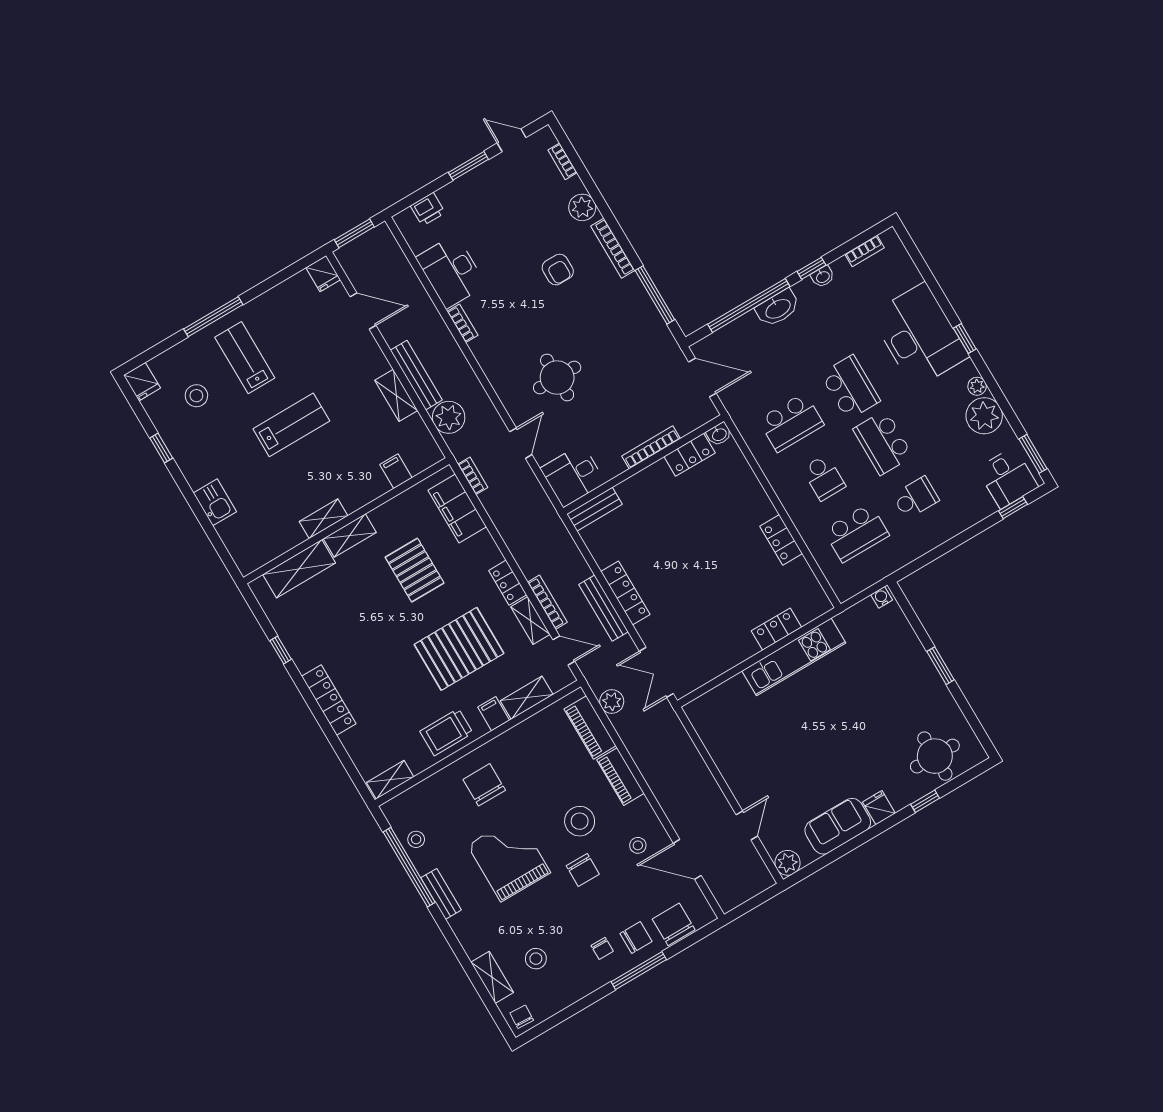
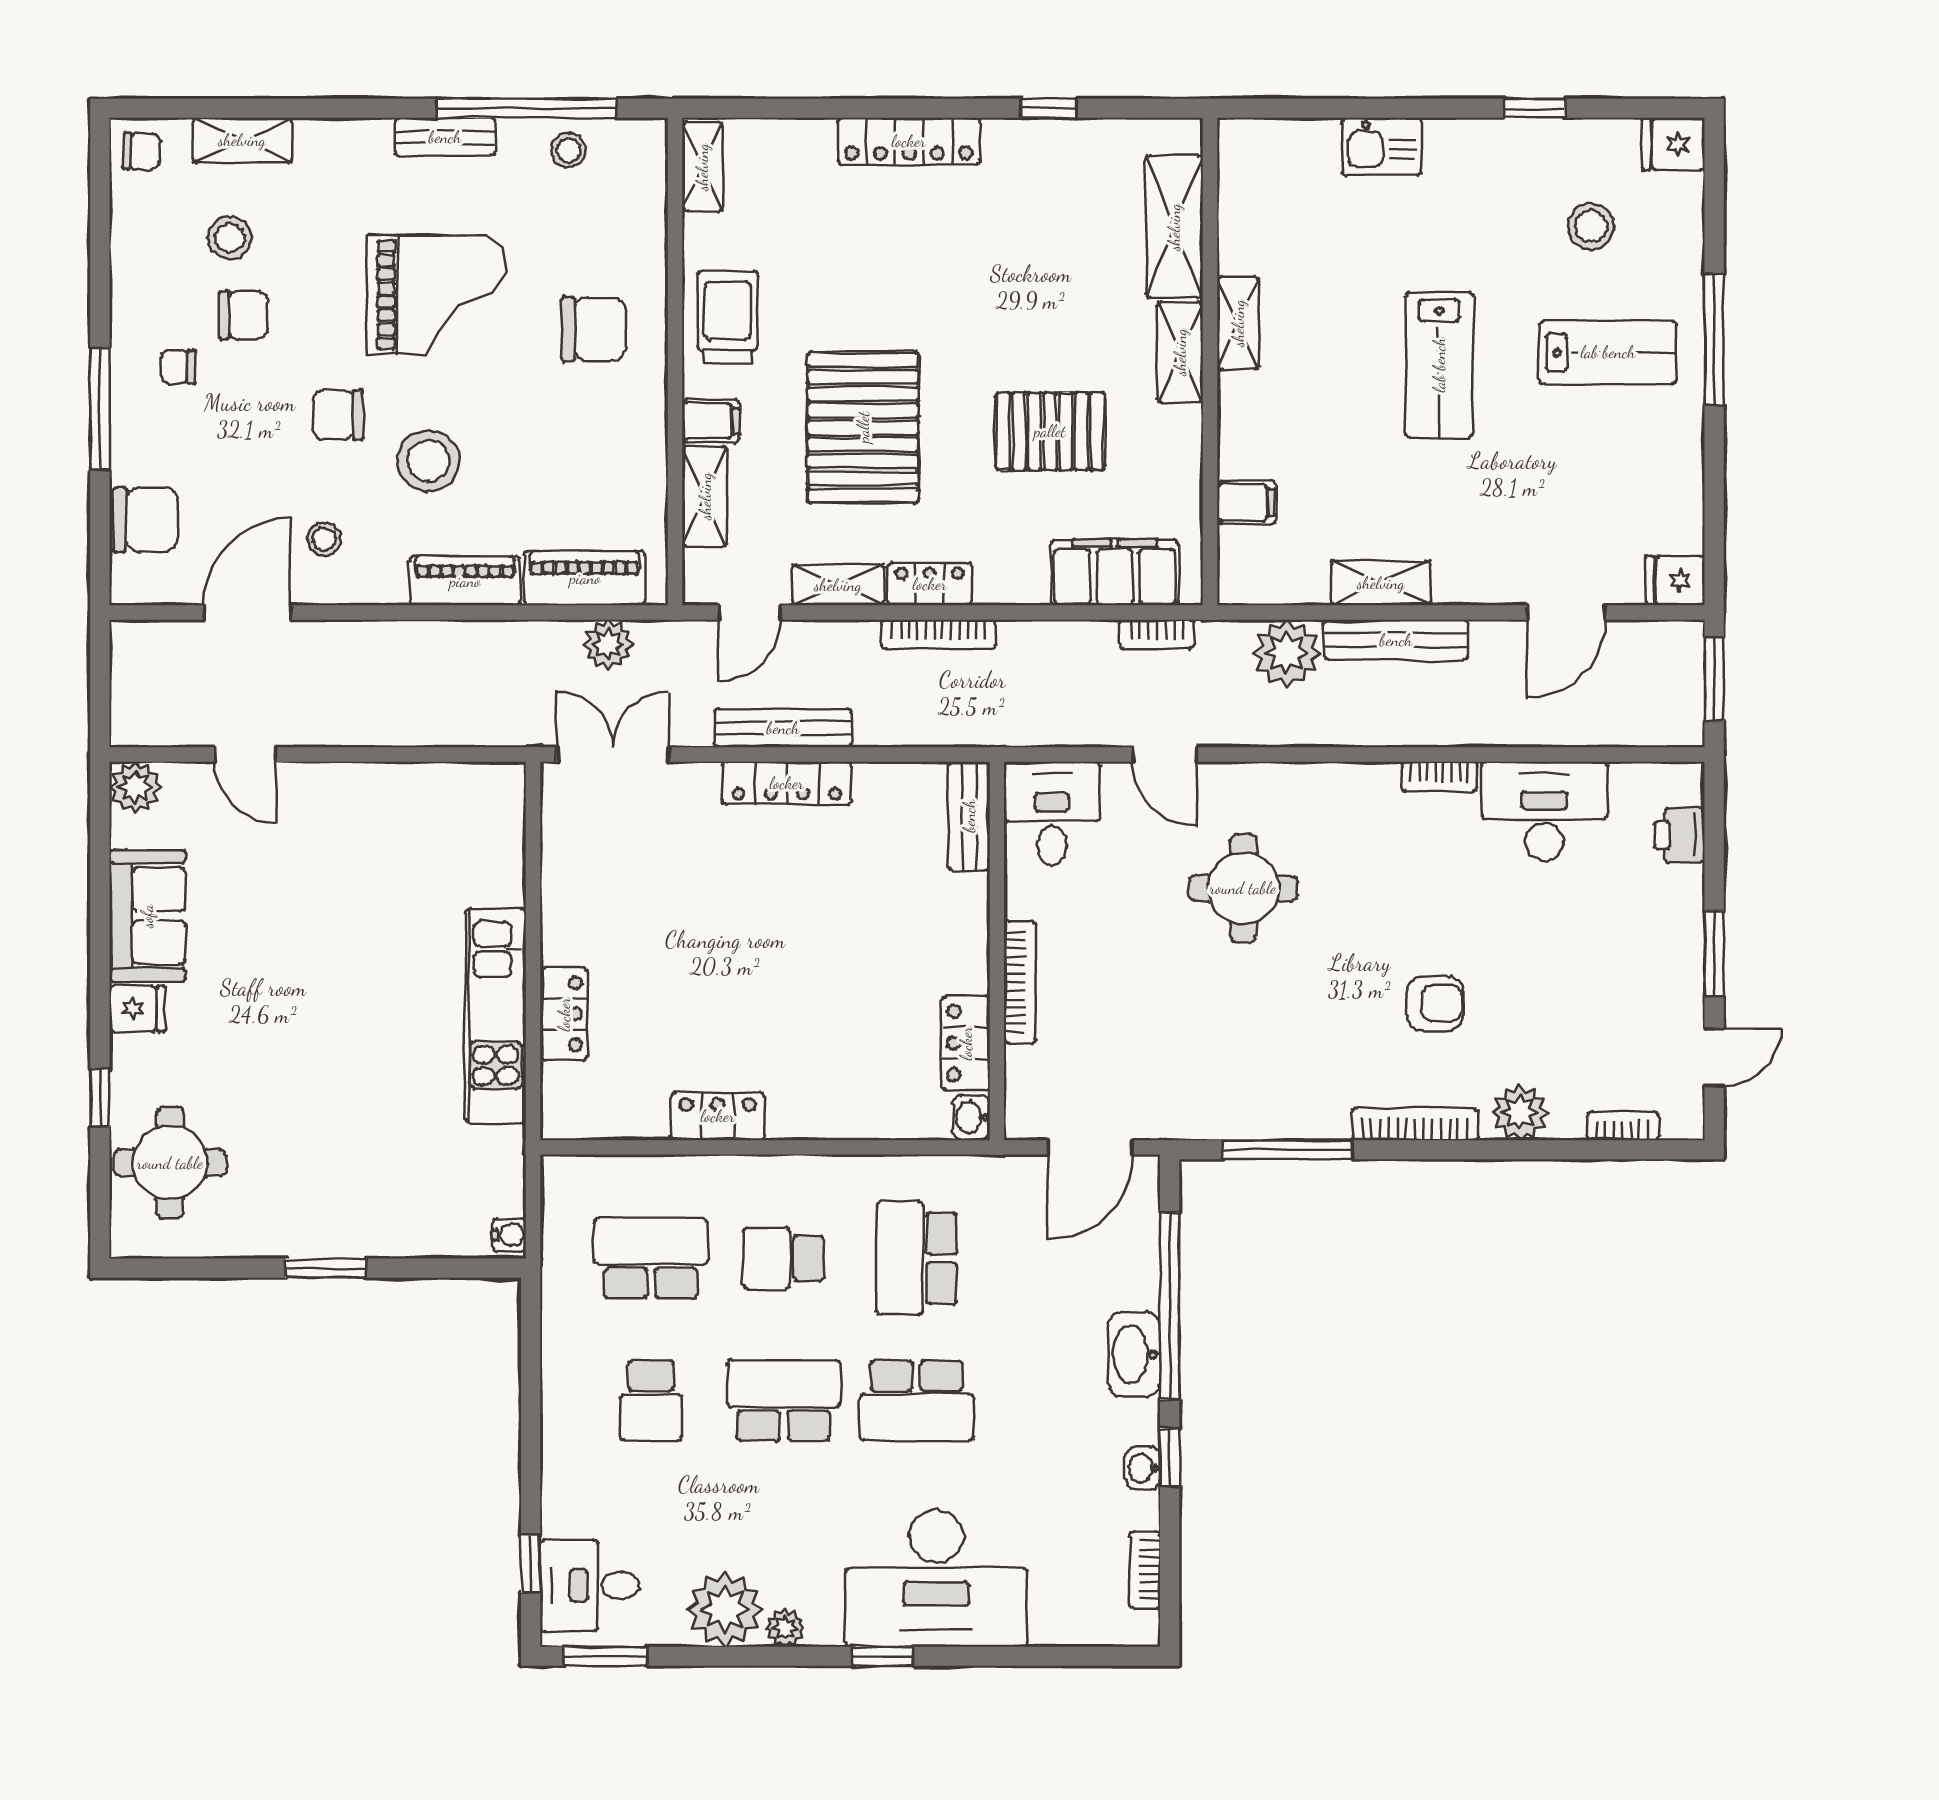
armchair: (558, 270) -> (1435, 1003), turned 180
school desk: (856, 533) -> (651, 1258), turned 90
bookcase: (547, 602) -> (939, 634), moved
chair: (636, 937) -> (244, 315), moved, turned -90

